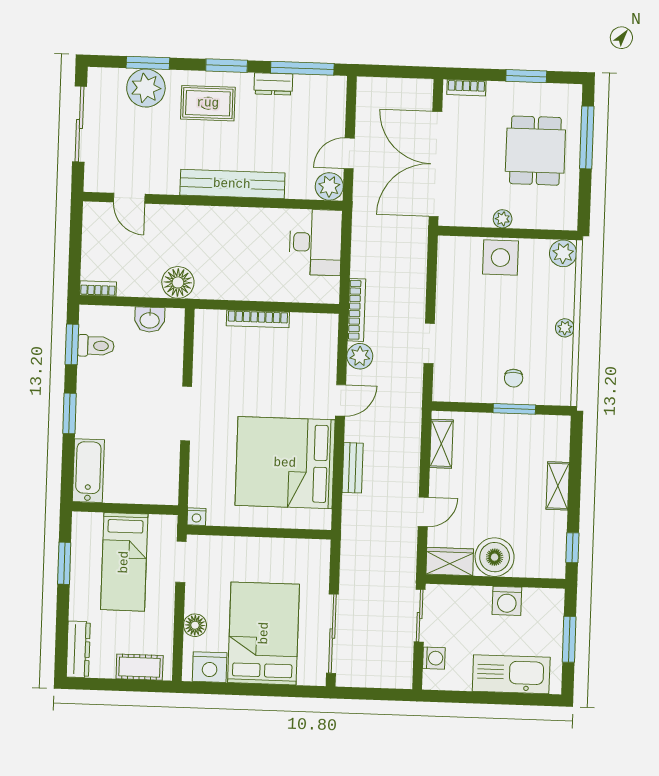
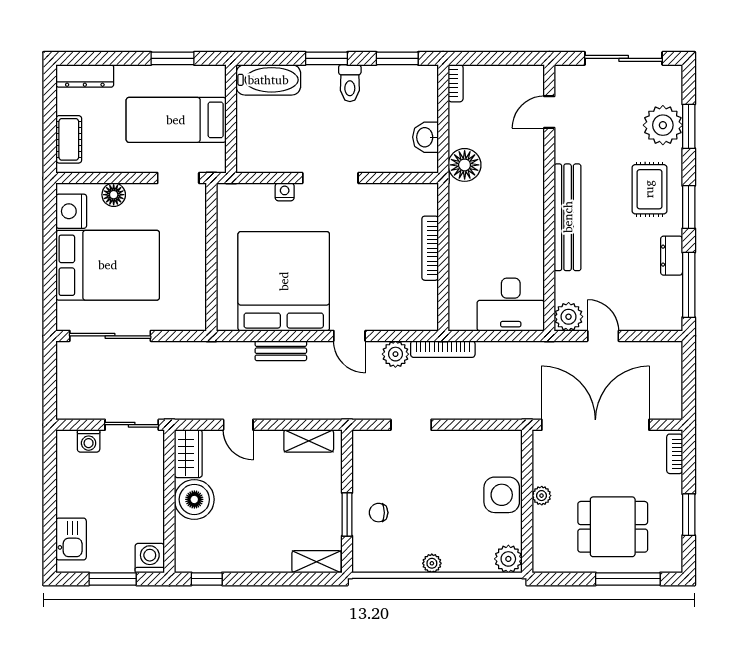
toilet: (96, 346) -> (350, 83), moved
shelving: (558, 486) -> (317, 562), moved
nightstand: (197, 517) -> (285, 192), moved, turned 90
washing machine: (507, 601) -> (150, 558), moved, turned 90
kitchen sink: (511, 674) -> (71, 539), width x0.53, depth x0.81

